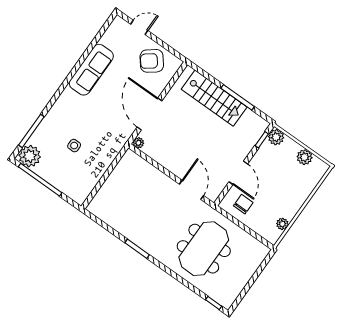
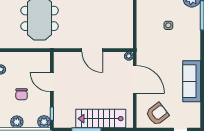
door: (191, 190) -> (92, 50), moved
chair: (243, 204) -> (22, 94), moved

